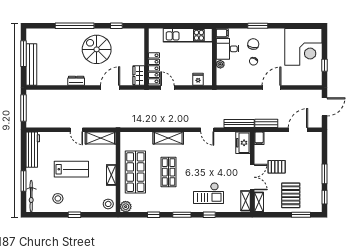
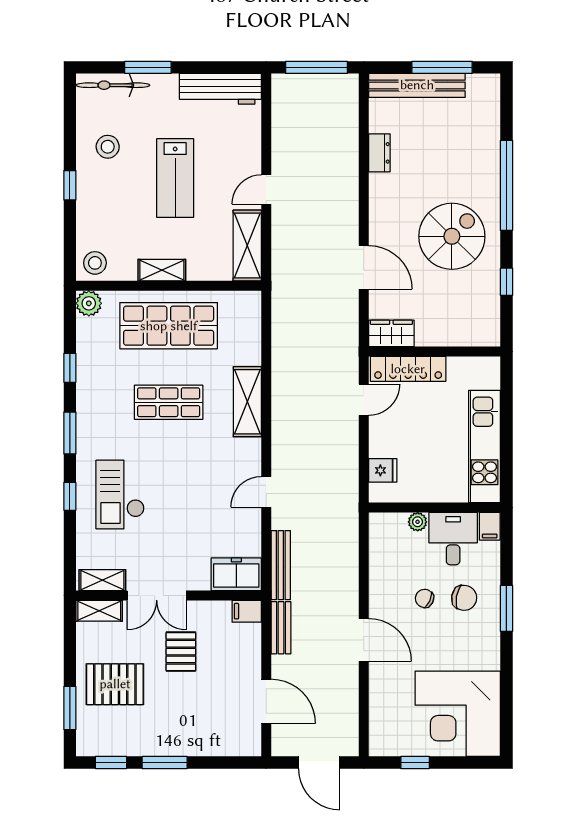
dresser: (76, 81) -> (379, 153), moved

